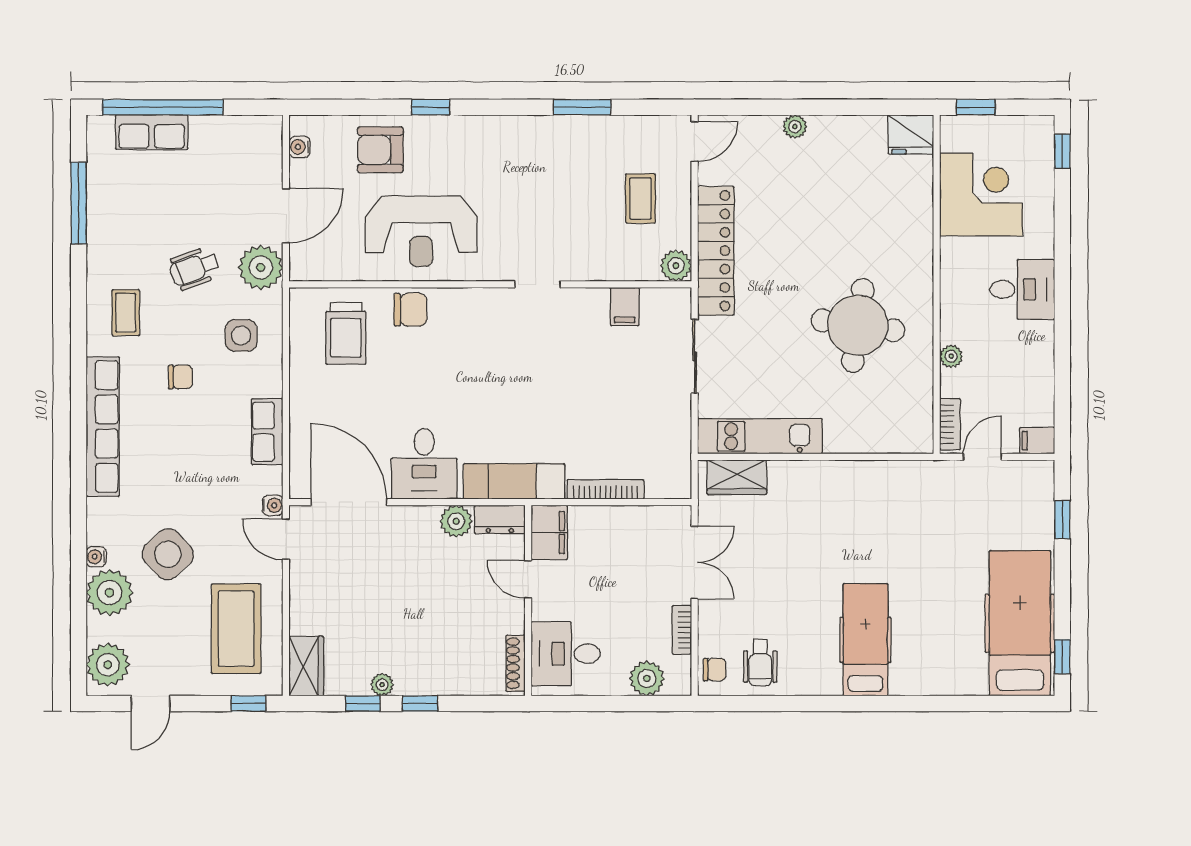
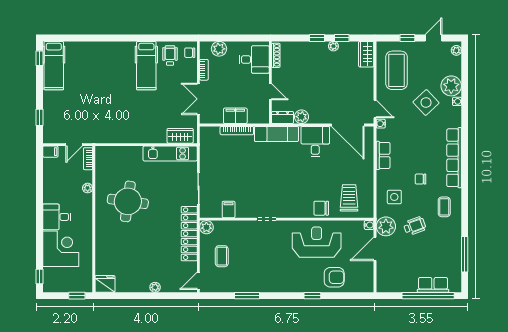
water cooler: (300, 147) -> (369, 225), moved
corner desk: (981, 195) -> (61, 249), moved, turned 180
filing cabinet: (549, 532) -> (235, 116), moved, turned 90
hospital bed: (1020, 623) -> (54, 66), width x0.73, depth x0.78
hospital bed: (866, 640) -> (146, 66), moved
plant: (108, 665) -> (456, 50), width x0.53, depth x0.53
window: (248, 703) -> (407, 38), moved

